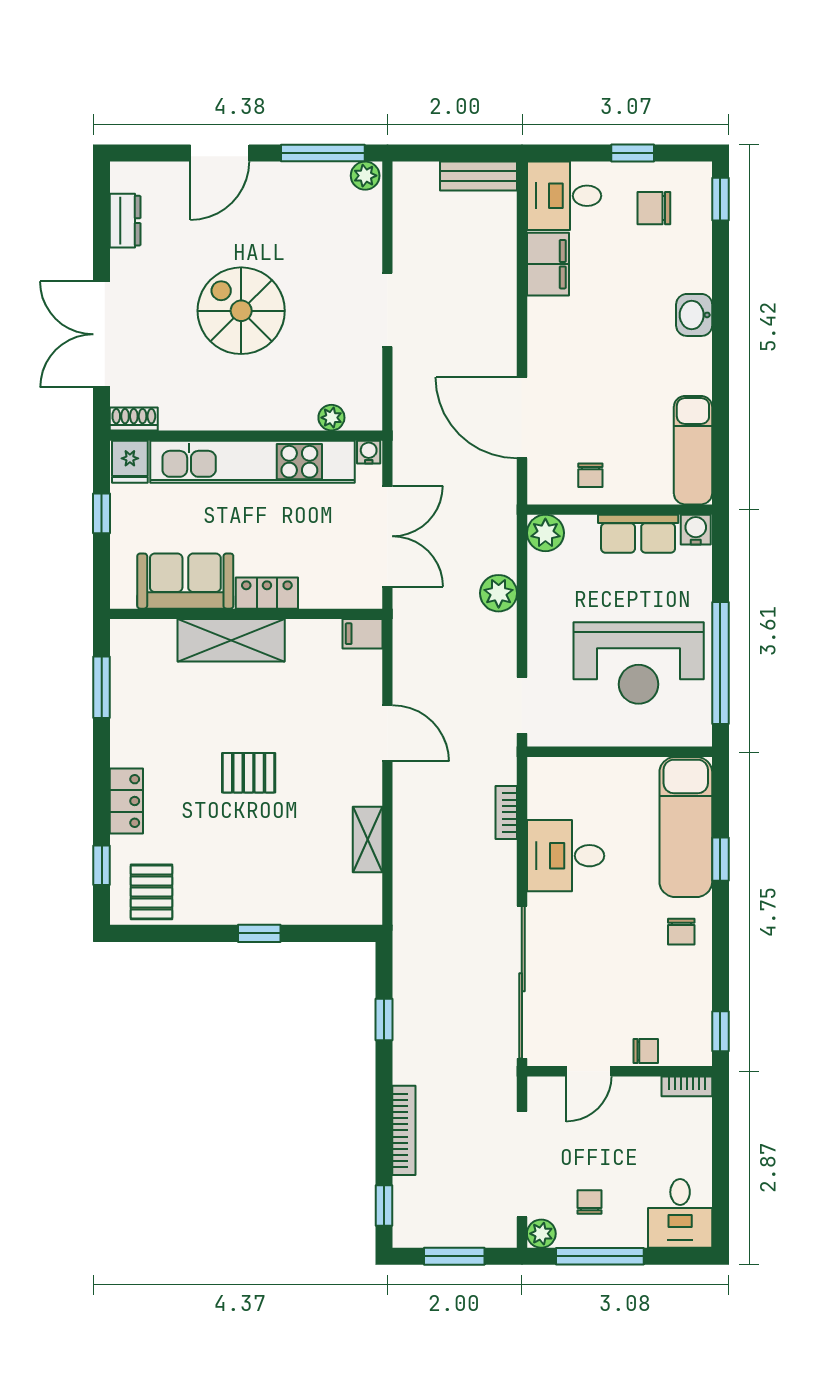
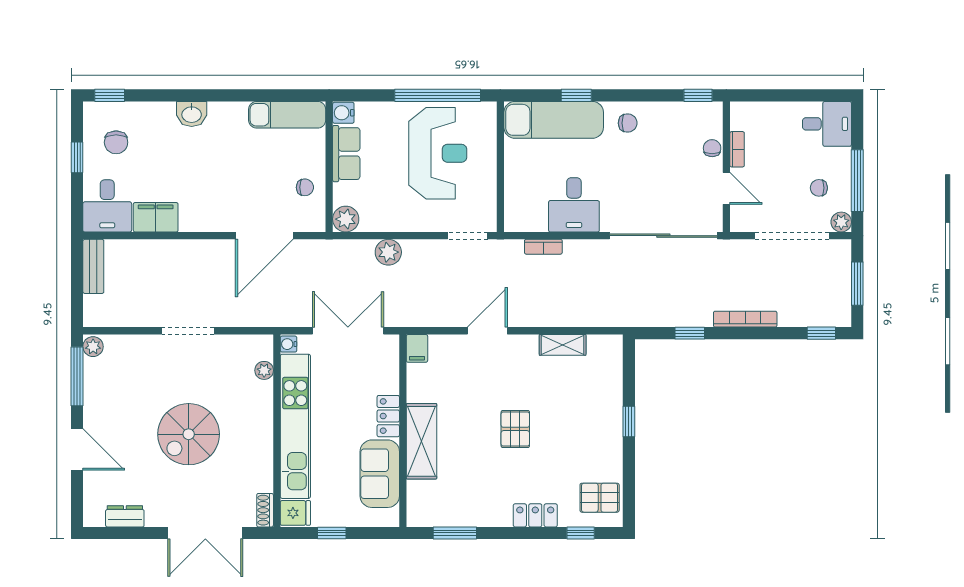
bookcase: (687, 1086) -> (737, 149), moved
bookcase: (404, 1130) -> (745, 319), moved

